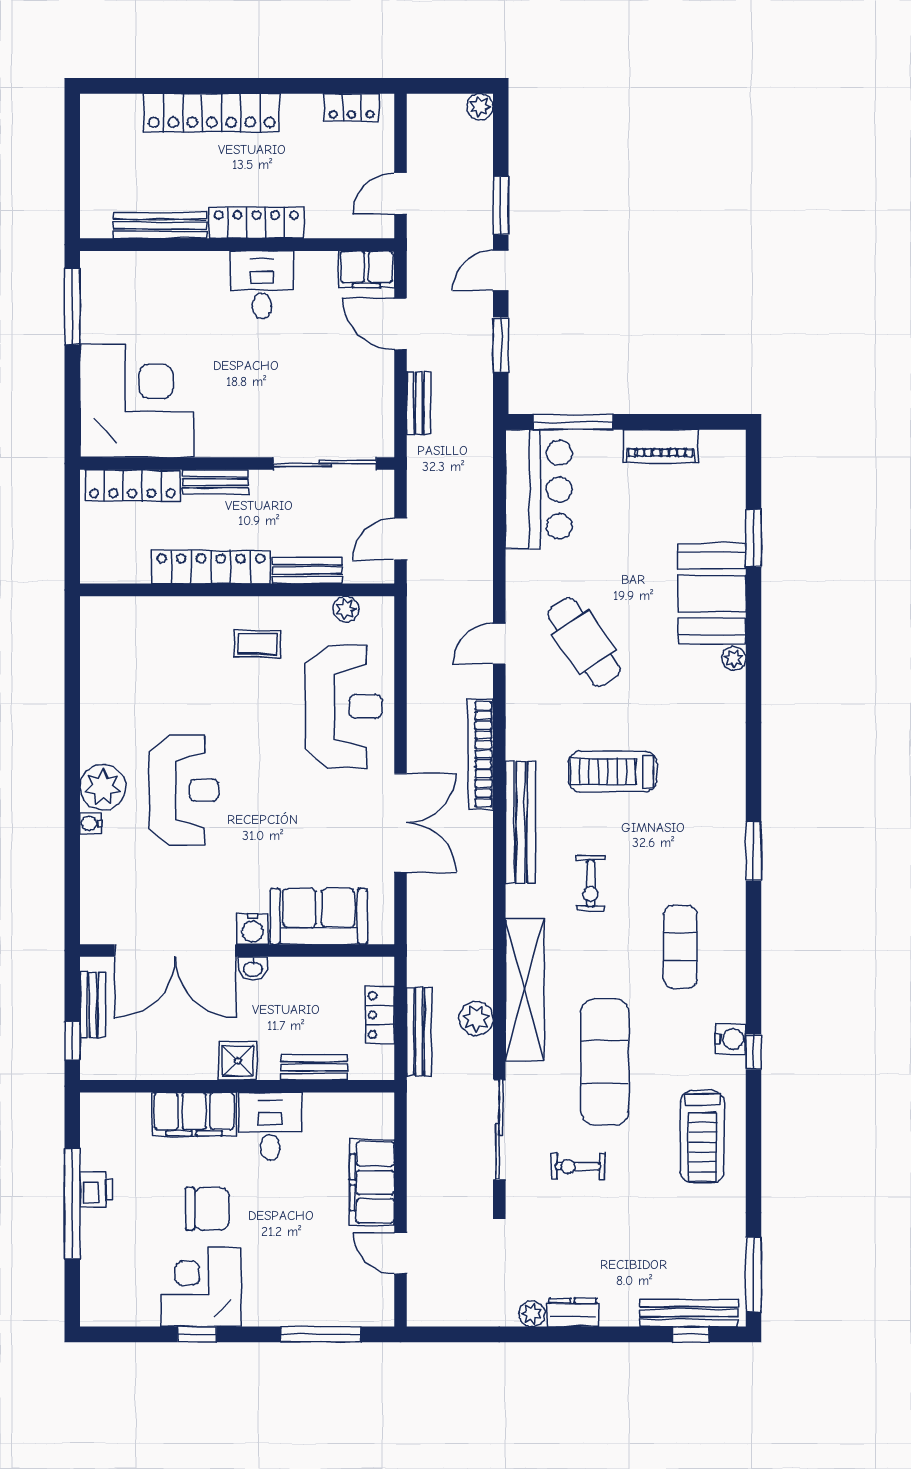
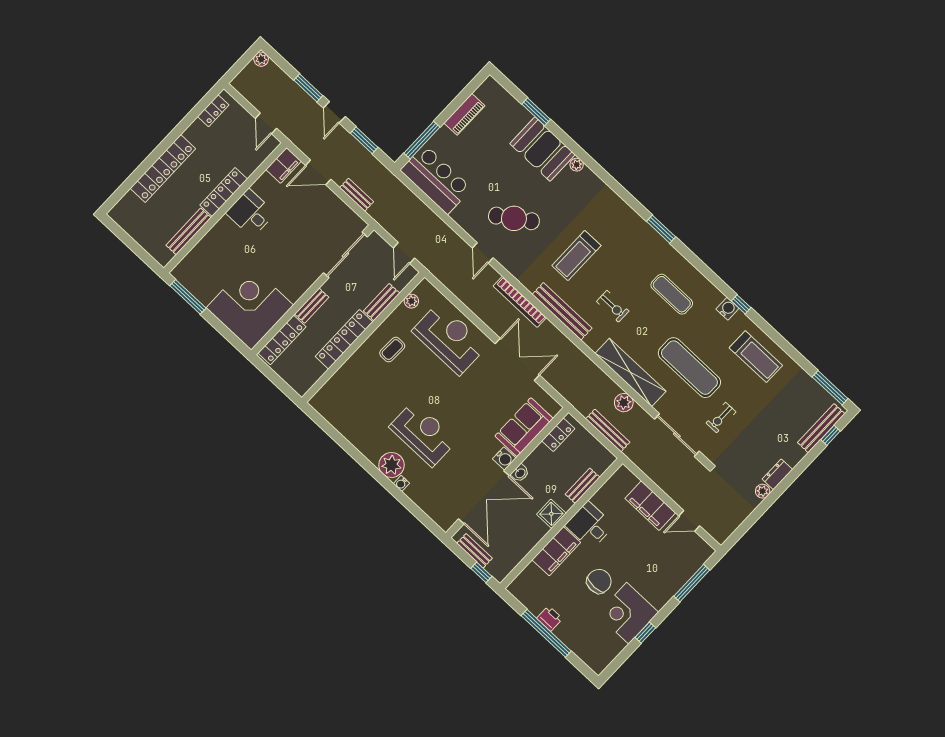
locker: (380, 1015) -> (558, 435), moved, turned -90

